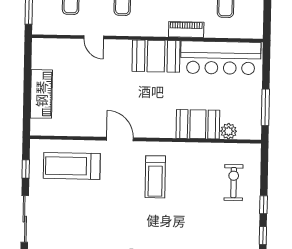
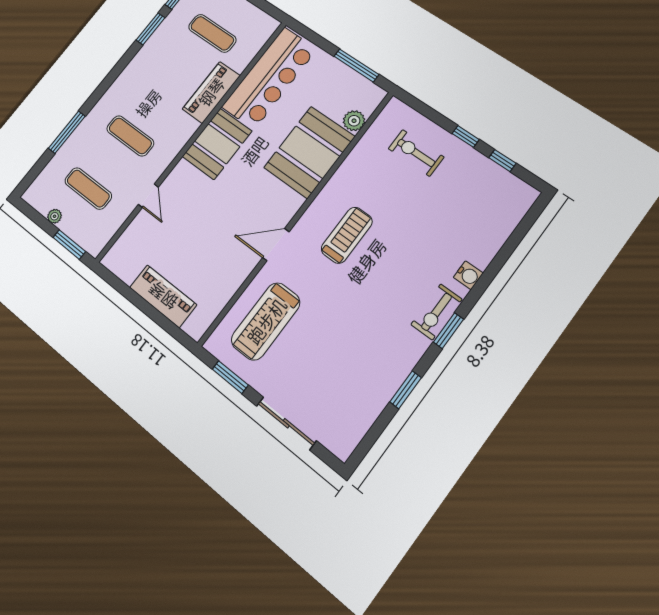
piano: (186, 29) -> (211, 92), width x1.37, depth x1.33
door: (94, 37) -> (148, 196), hinge flipped
booth: (198, 124) -> (309, 152), width x1.36, depth x1.42
window: (26, 169) -> (230, 377), width x1.50
treadmill: (155, 177) -> (347, 235), turned -90

